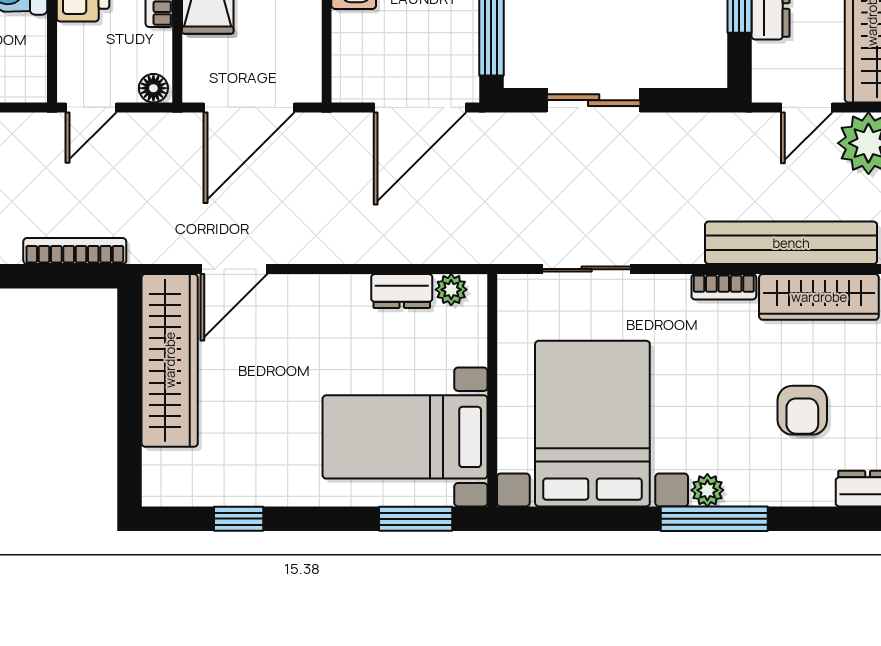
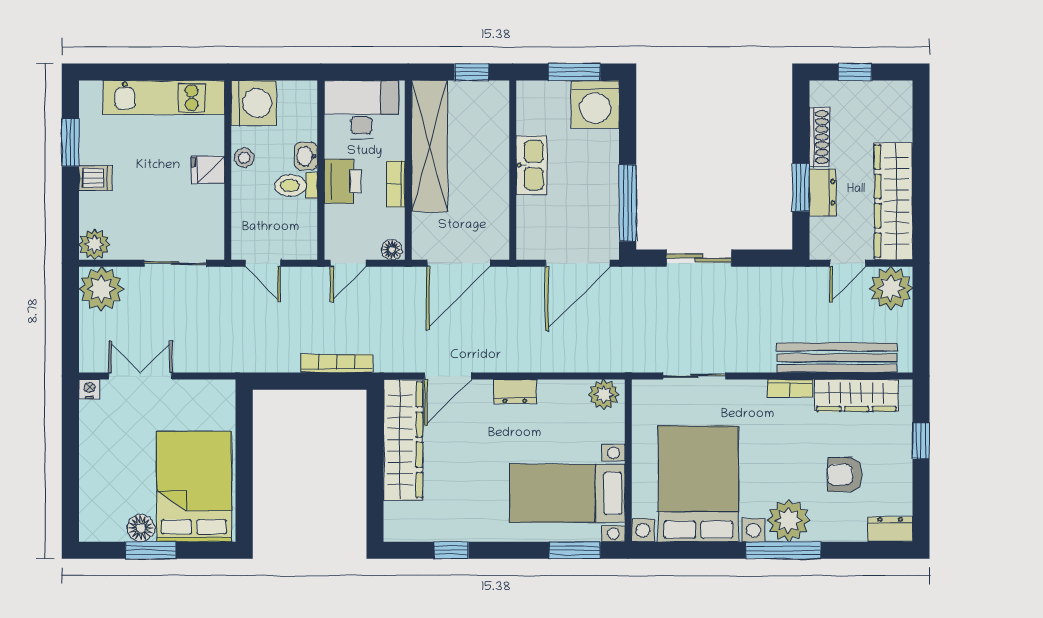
plant: (451, 290) -> (604, 394), width x1.38, depth x1.38
dresser: (402, 291) -> (515, 391), moved
armchair: (802, 410) -> (845, 475), turned 90
plant: (707, 490) -> (788, 520), width x1.87, depth x1.87

